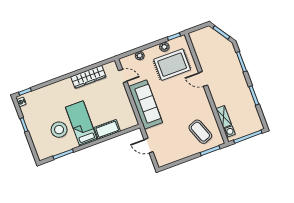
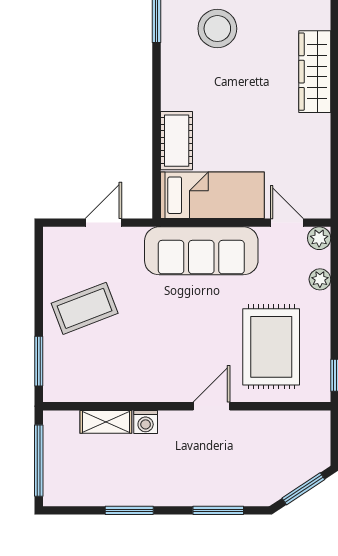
plant: (164, 47) -> (319, 238), moved
door: (123, 76) -> (287, 223), swing flipped
wardrobe: (88, 77) -> (315, 72), moved
bed: (81, 123) -> (212, 195), moved
coffee table: (200, 132) -> (85, 308), moved
washing machine: (229, 132) -> (146, 422), moved

